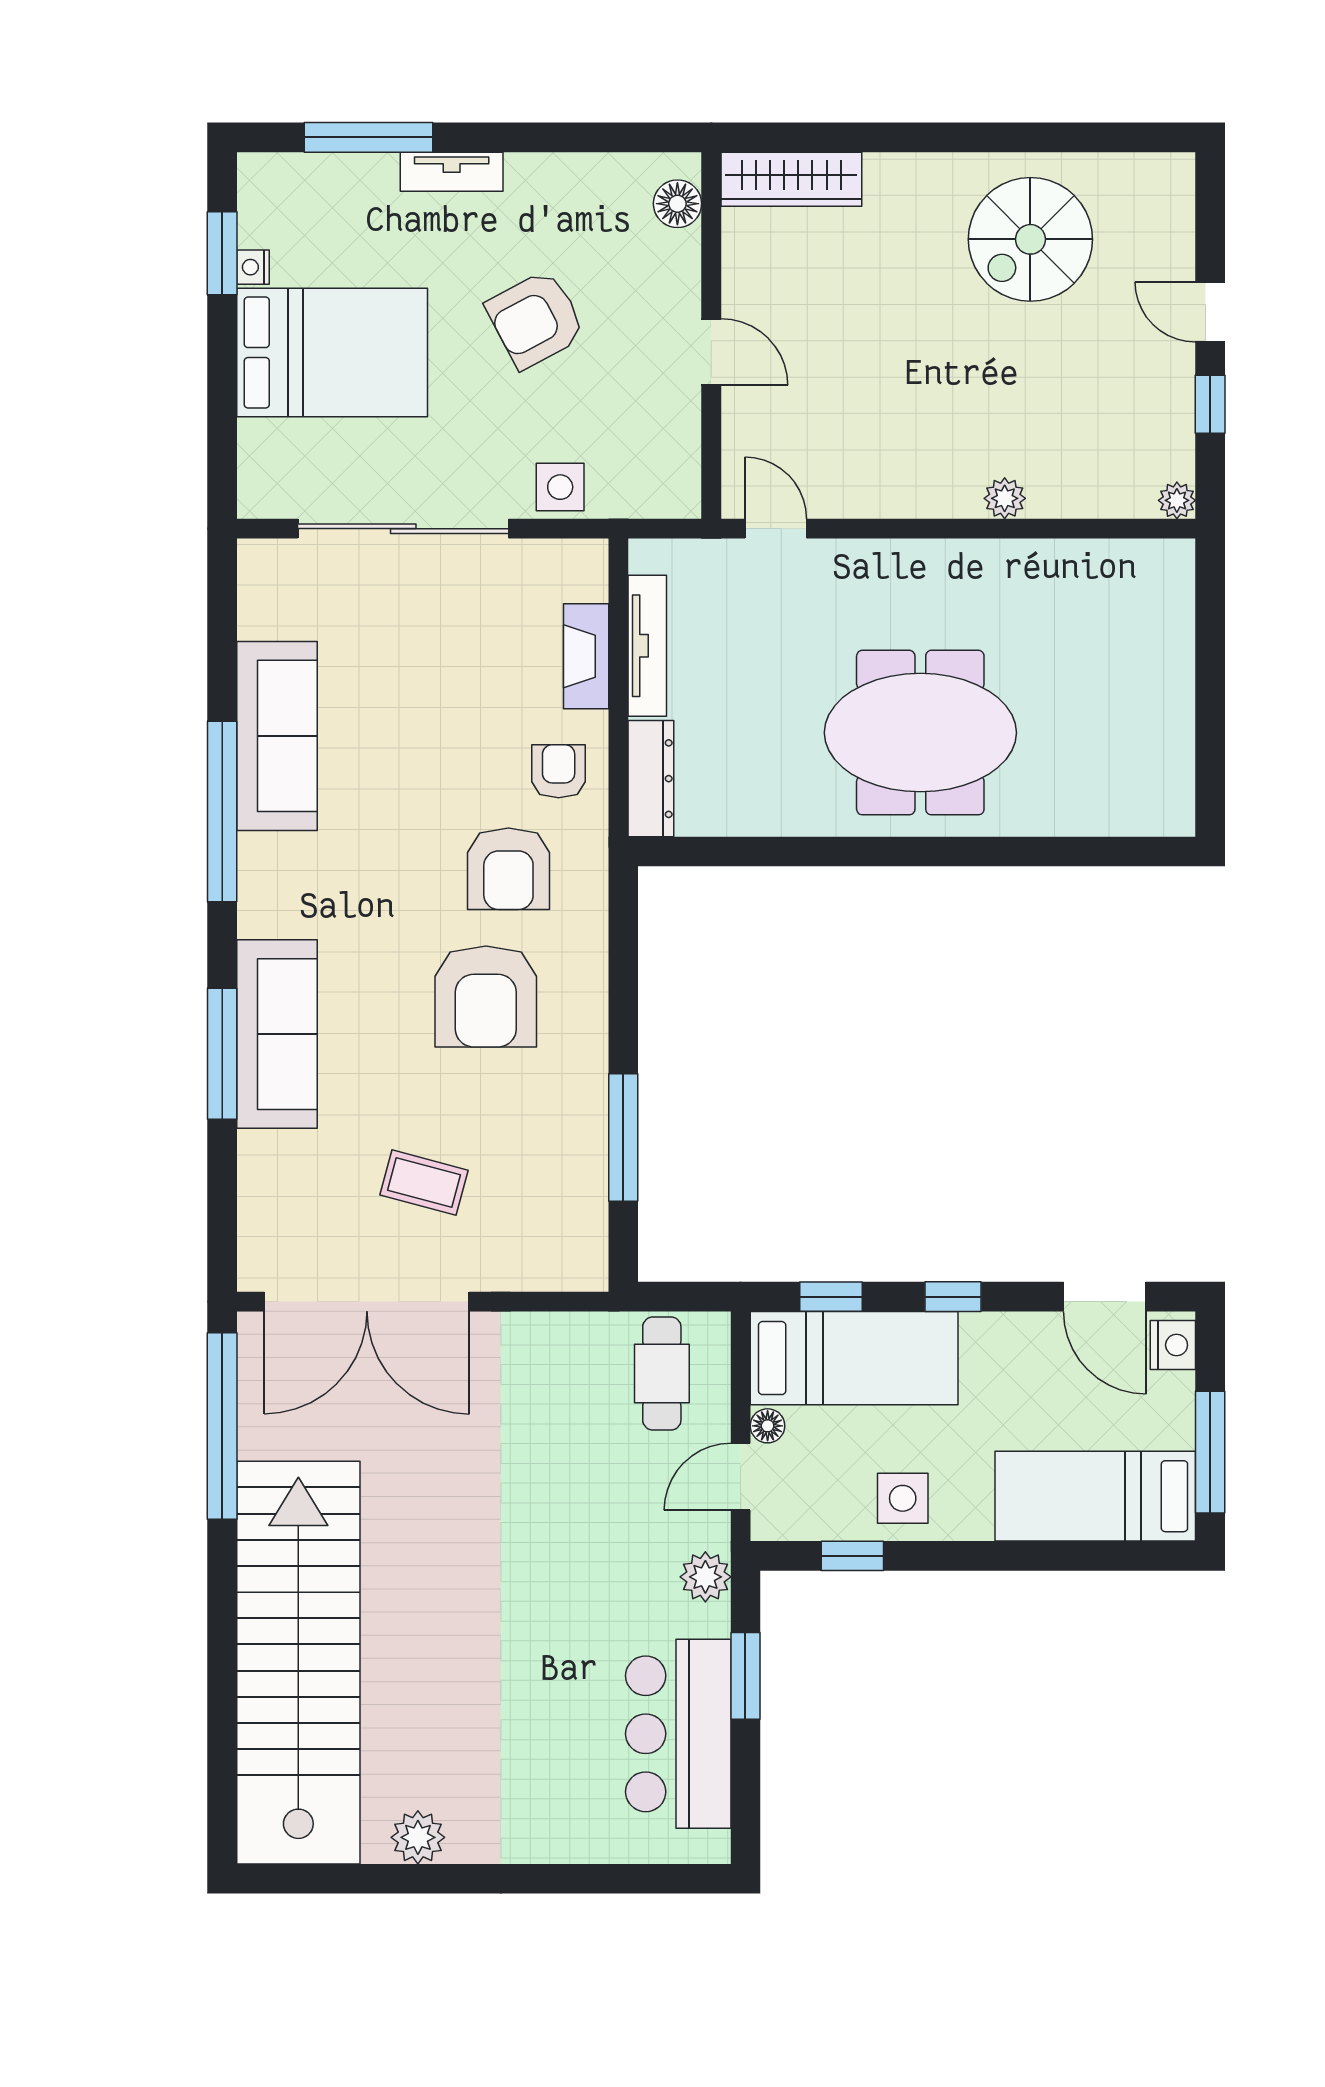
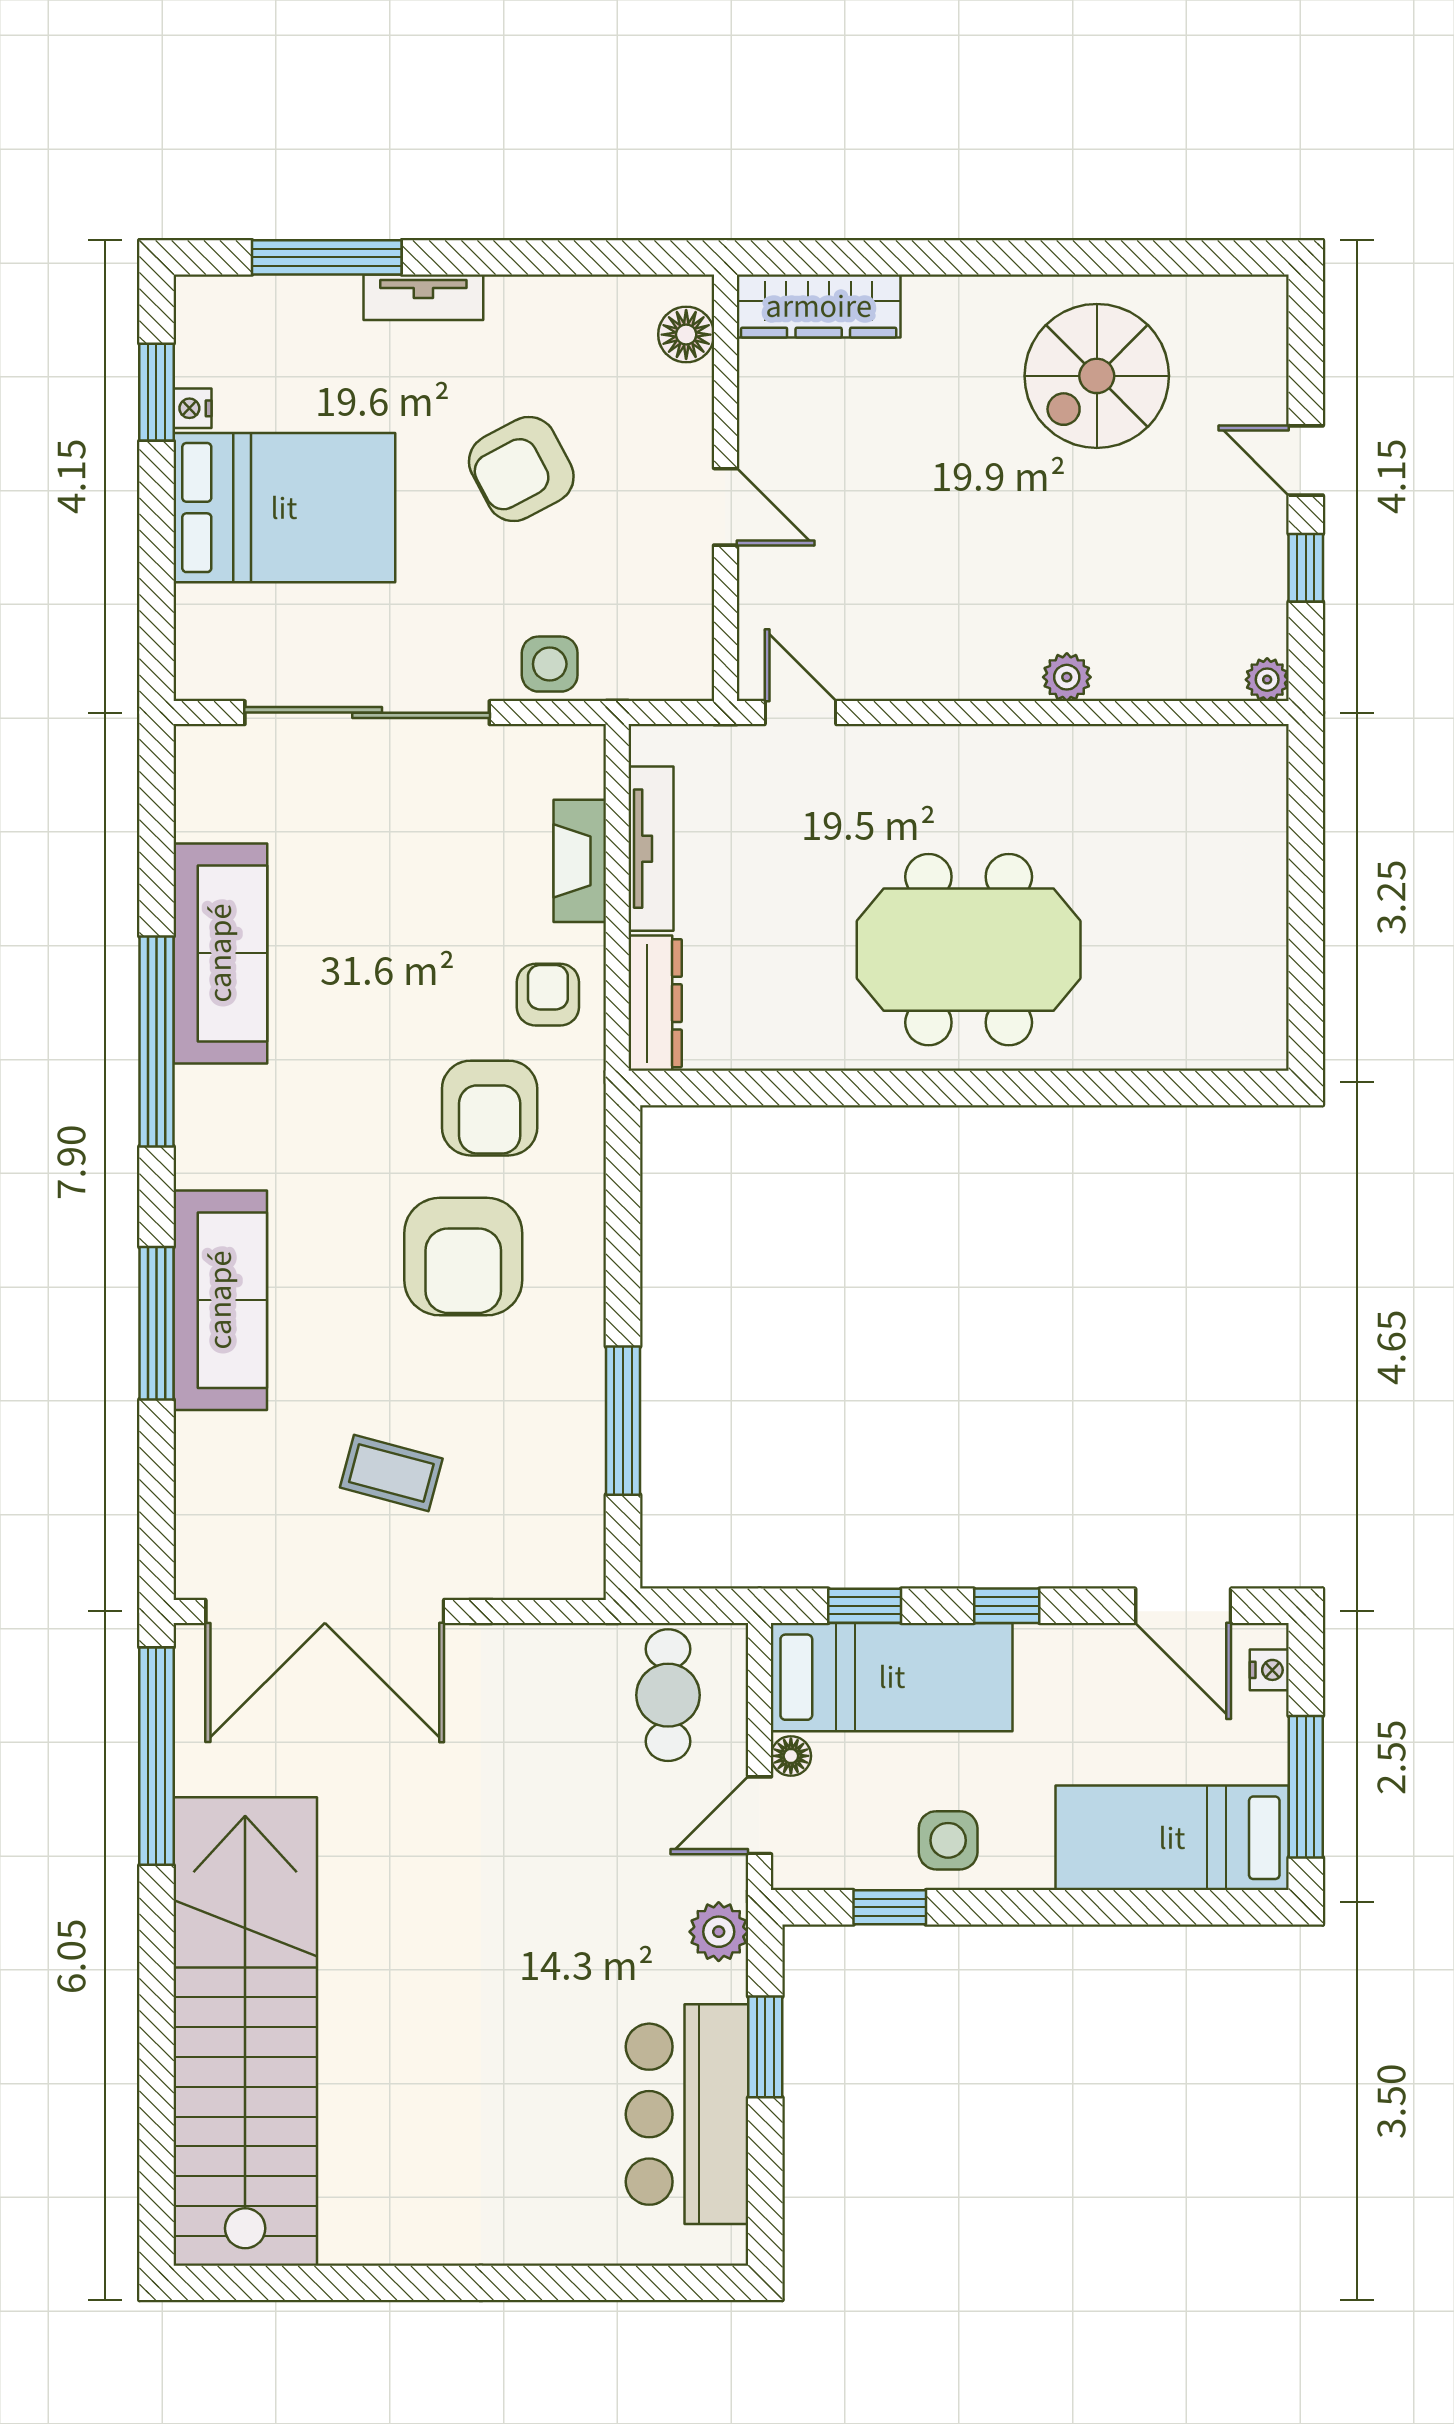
nightstand: (1173, 1345) -> (1269, 1670), width x0.72, depth x0.74
plant: (418, 1837) -> (384, 2235), removed

